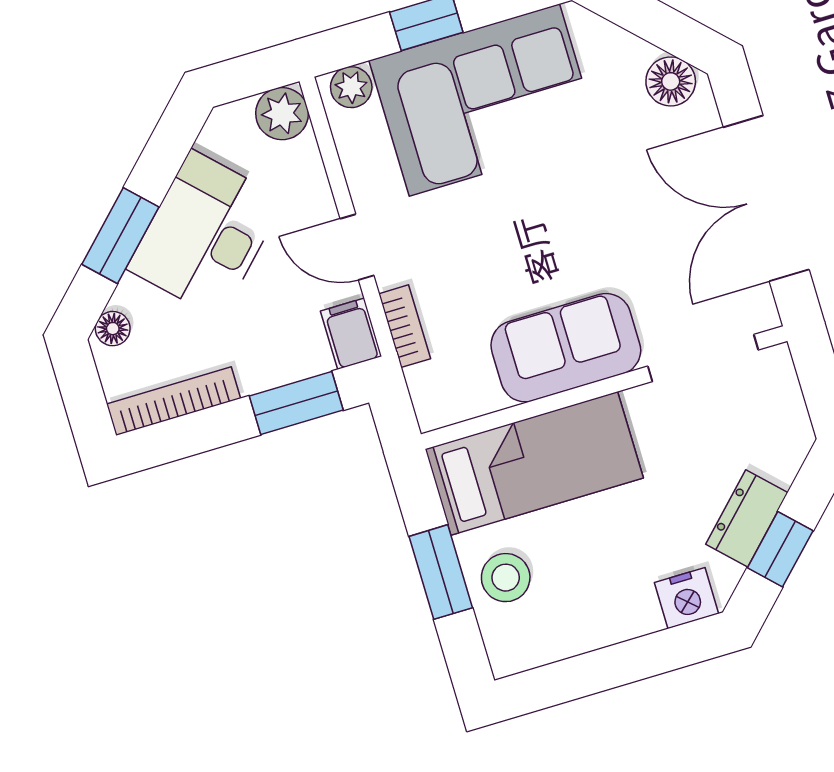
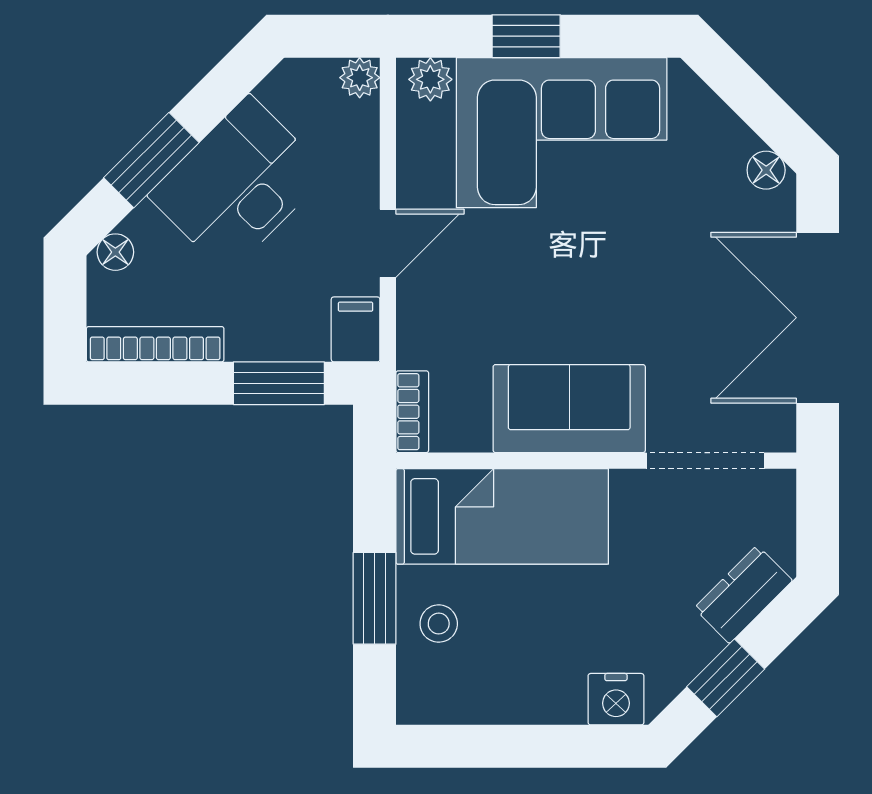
floor lamp: (671, 81) -> (766, 170), width x0.73, depth x0.73
plant: (282, 114) -> (360, 78), width x0.73, depth x0.73
door: (357, 247) -> (388, 243), swing flipped
bookcase: (405, 326) -> (412, 412), moved
dresser: (747, 518) -> (743, 594), moved
stool: (506, 578) -> (439, 624), width x0.73, depth x0.73

